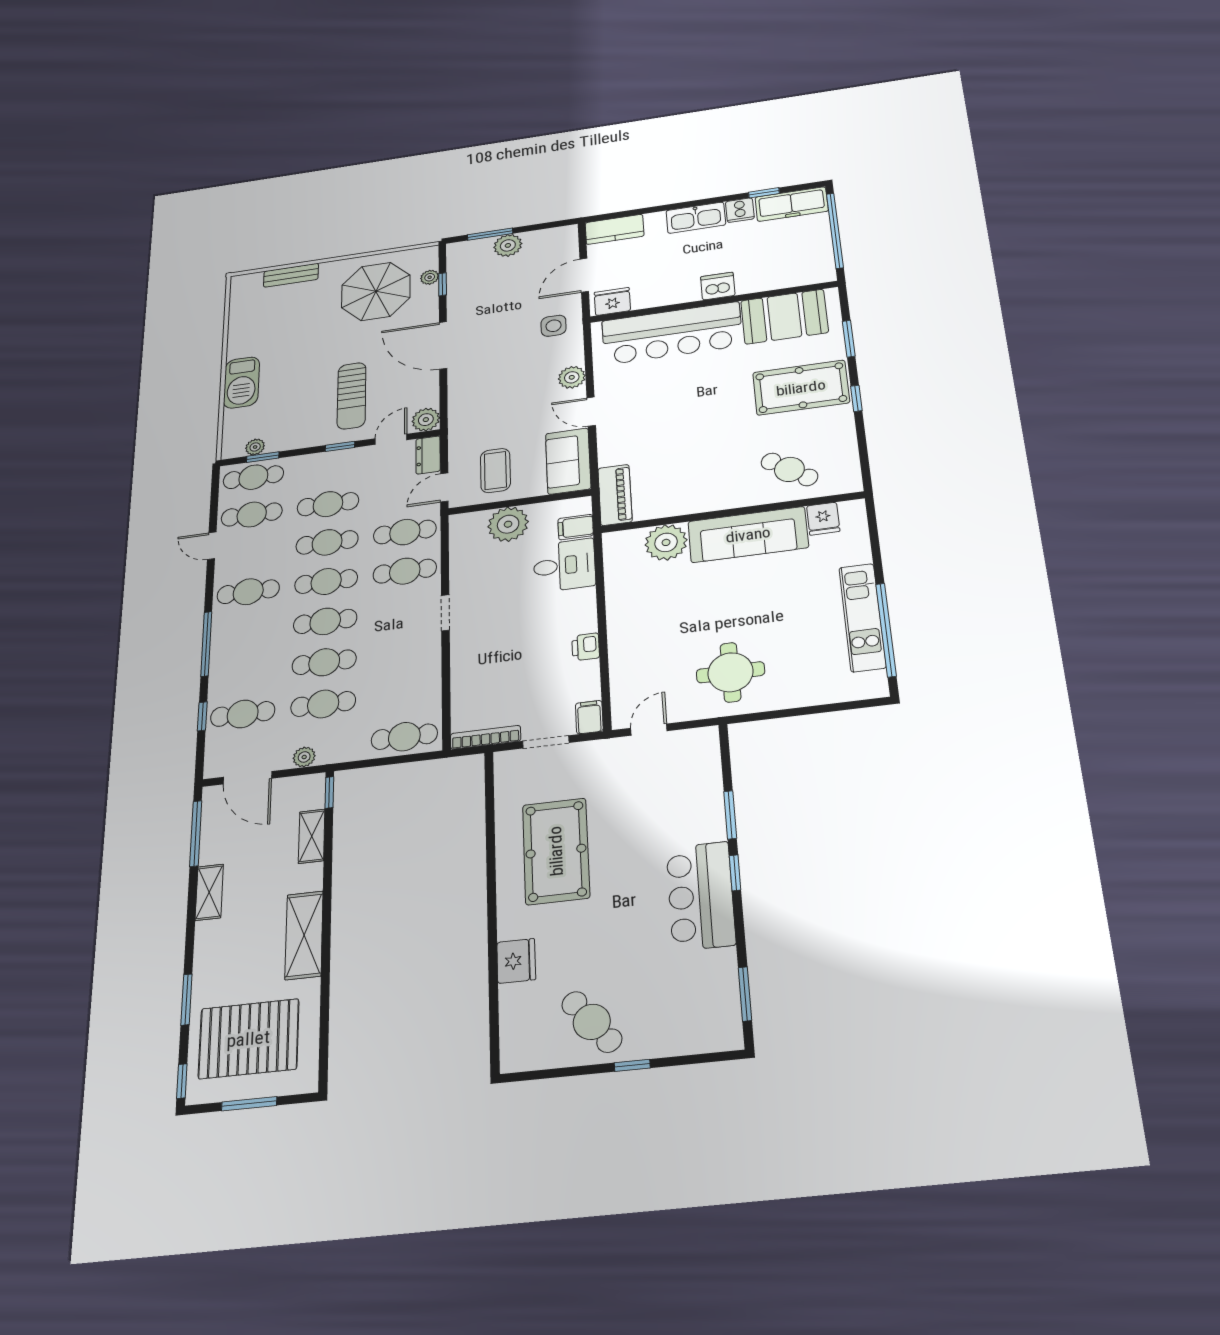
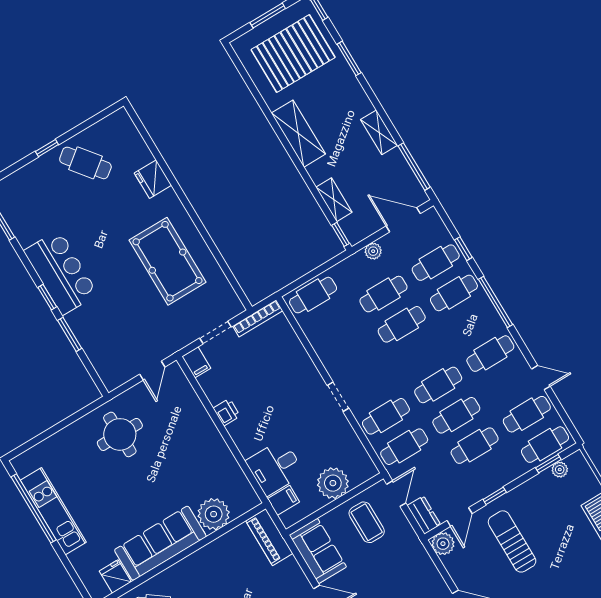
cafe table: (325, 621) -> (454, 293), moved

